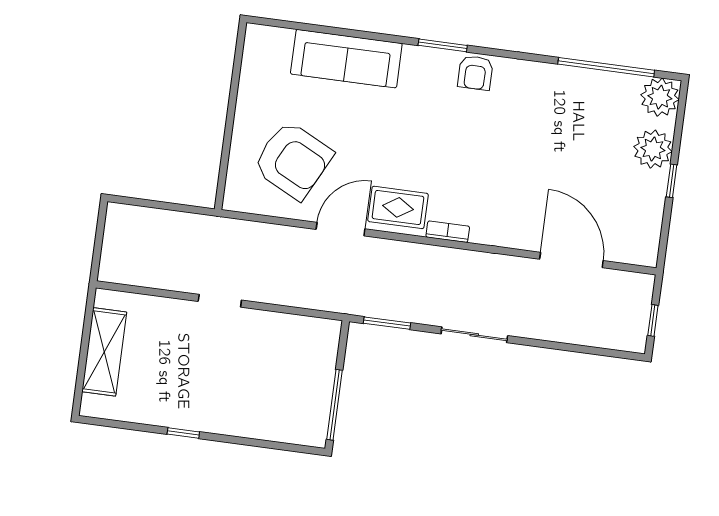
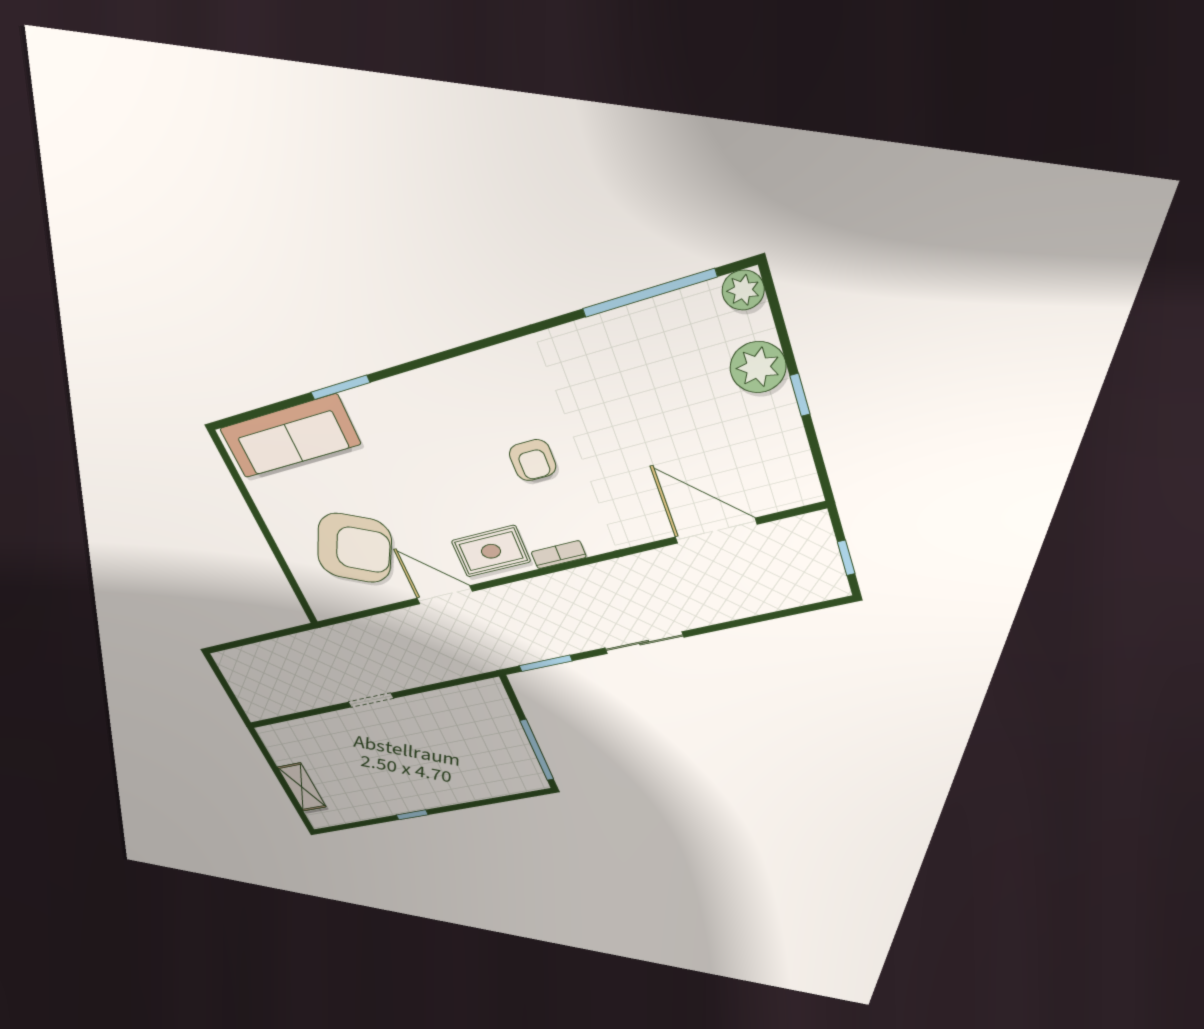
window: (443, 45) -> (340, 387), moved
sofa: (346, 59) -> (290, 436), moved
armchair: (475, 73) -> (533, 460), moved
plant: (660, 97) -> (743, 290), width x0.73, depth x0.73
door: (341, 229) -> (445, 595), hinge flipped
shelving: (104, 352) -> (302, 787), width x0.67, depth x0.75

